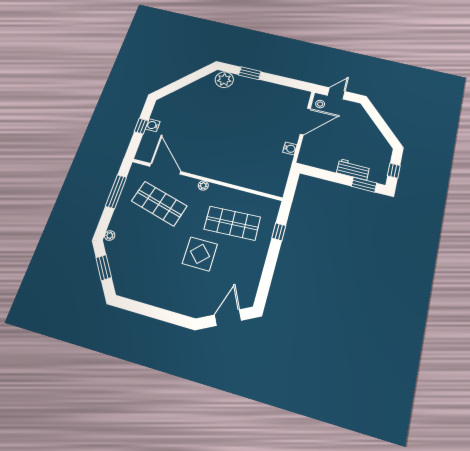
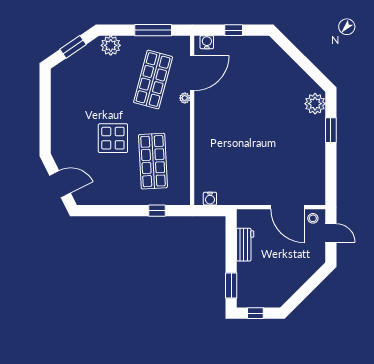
water cooler: (153, 125) -> (207, 42), moved
water cooler: (290, 149) -> (210, 199), moved
workbench: (353, 169) -> (245, 245), moved
plant: (203, 186) -> (185, 98), moved
plant: (110, 236) -> (111, 45), width x1.87, depth x1.87

